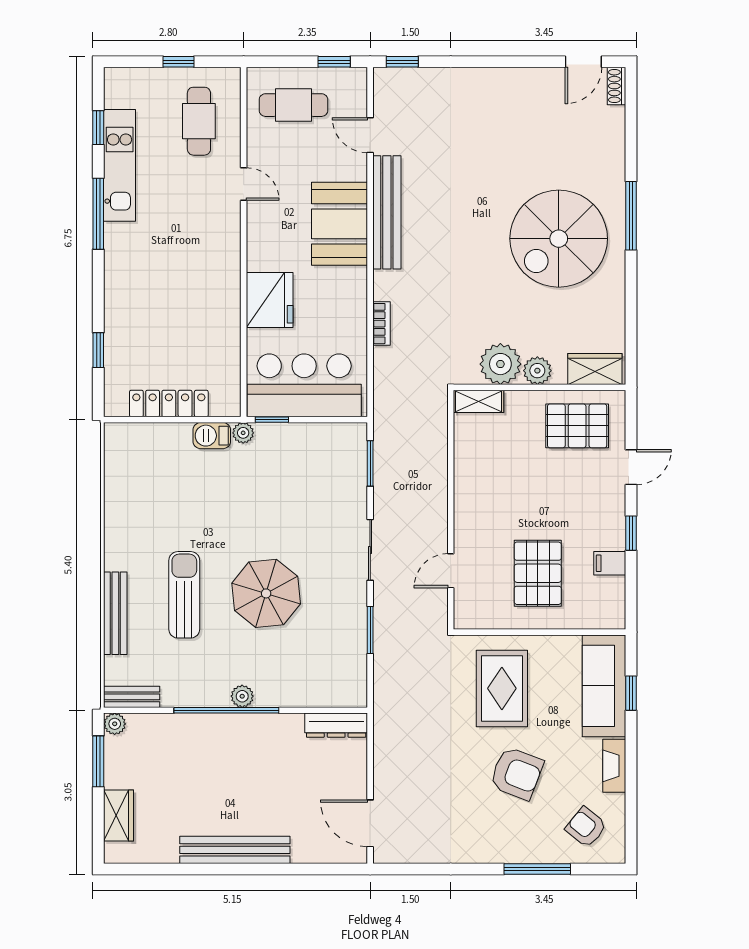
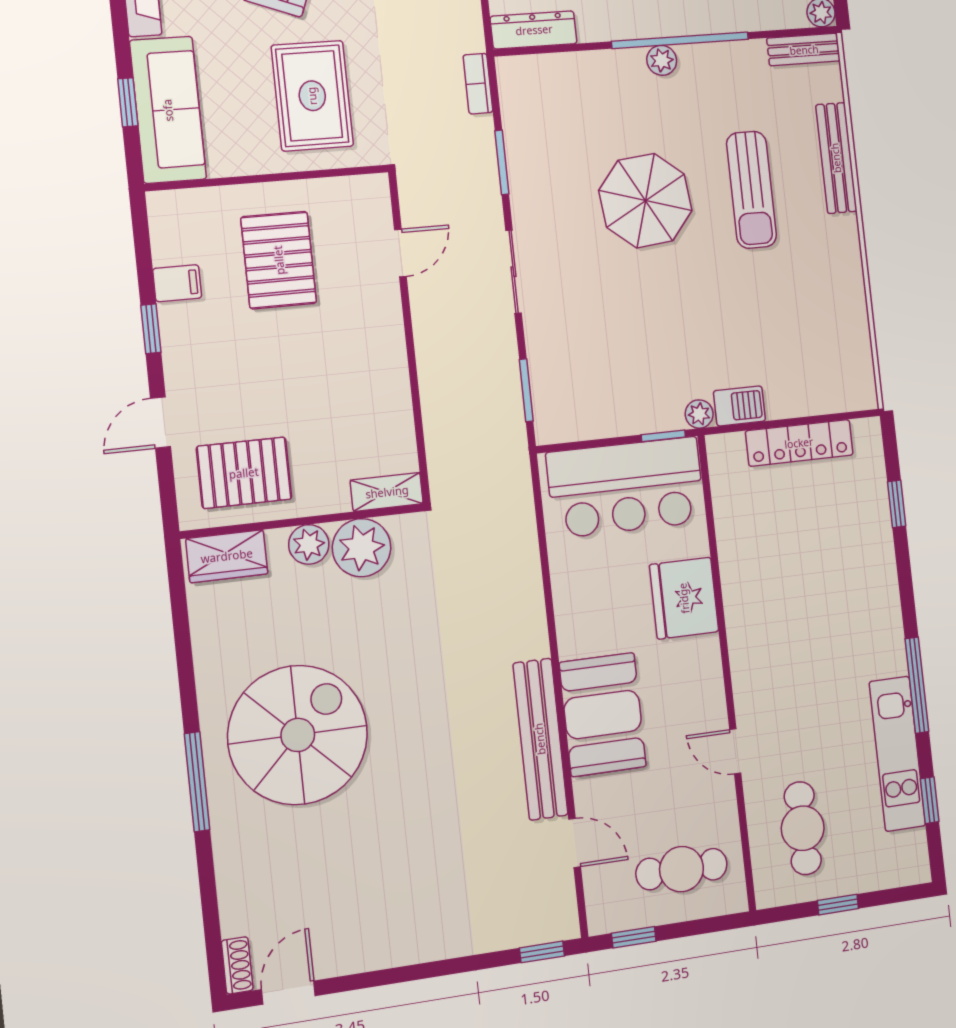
bookcase: (381, 324) -> (478, 84), moved

